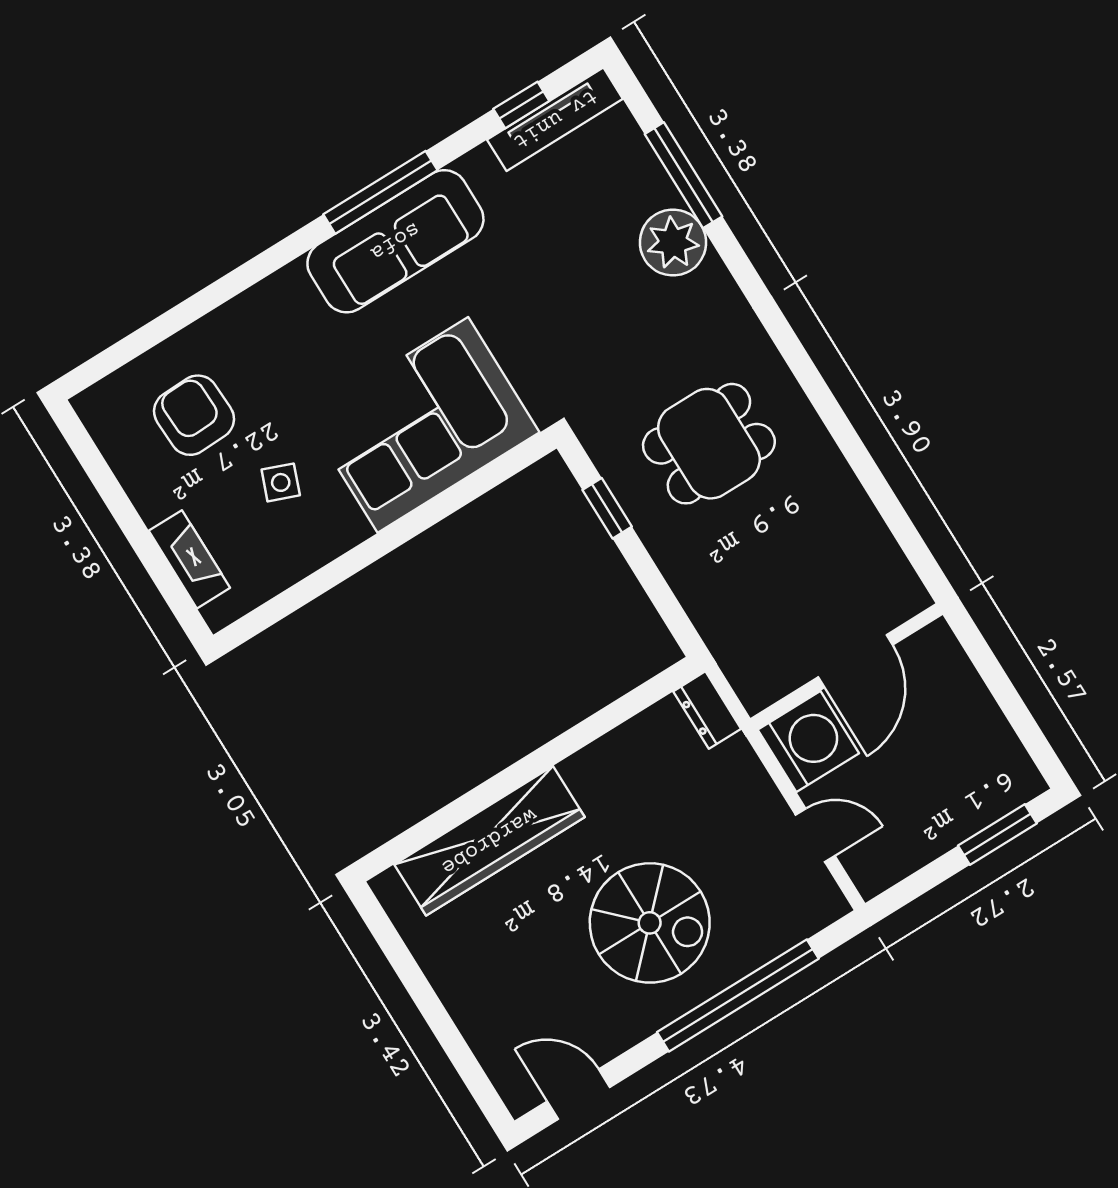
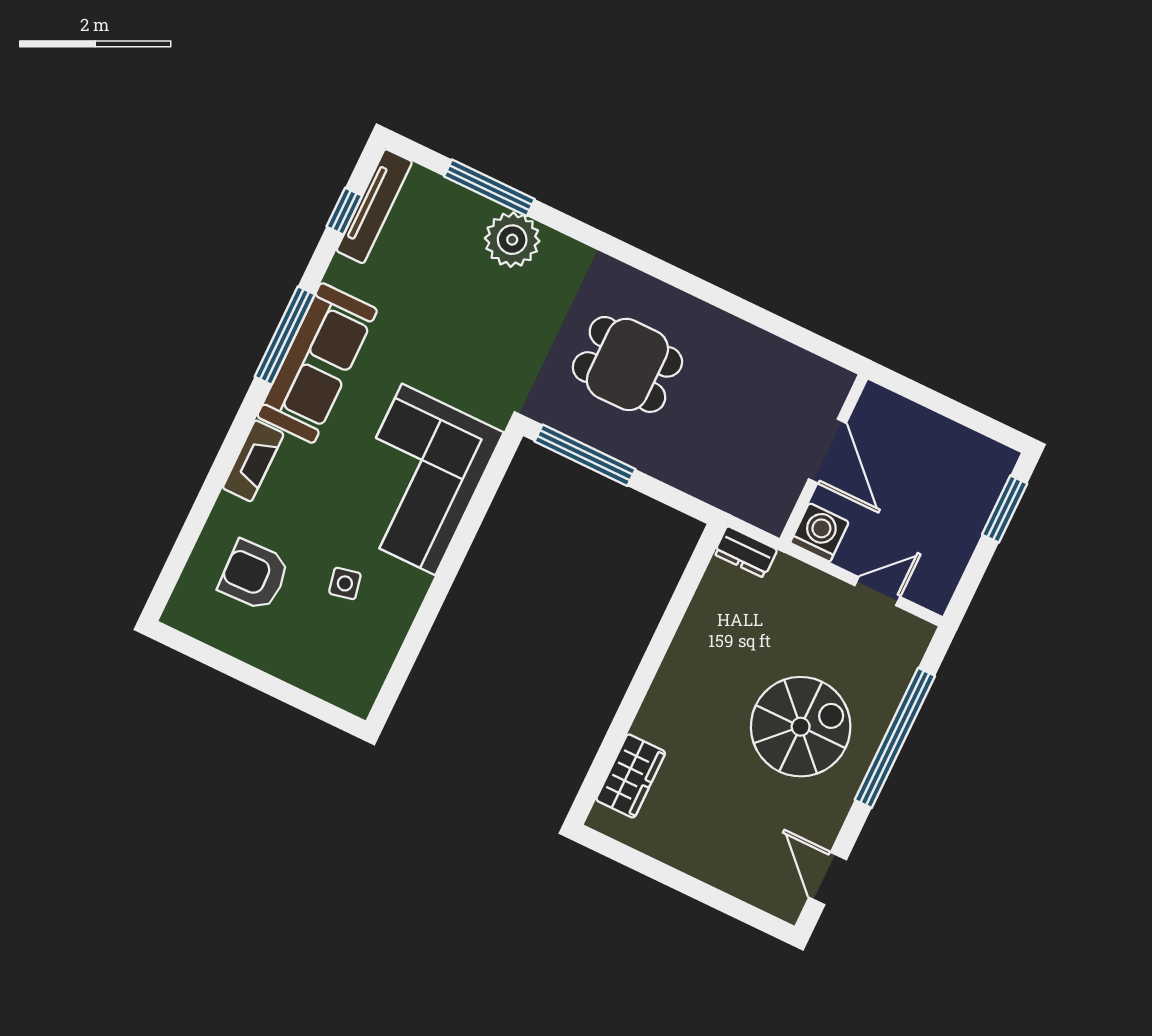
dining table: (709, 444) -> (627, 364), turned 90
side table: (281, 482) -> (345, 583), turned -33
window: (607, 508) -> (585, 455), width x2.17
fireplace: (189, 559) -> (253, 461), moved, turned 90
washing machine: (808, 742) -> (819, 532), width x0.73, depth x0.73
wardrobe: (489, 841) -> (631, 776), width x0.48, depth x0.85
door: (579, 1094) -> (828, 878), hinge flipped

